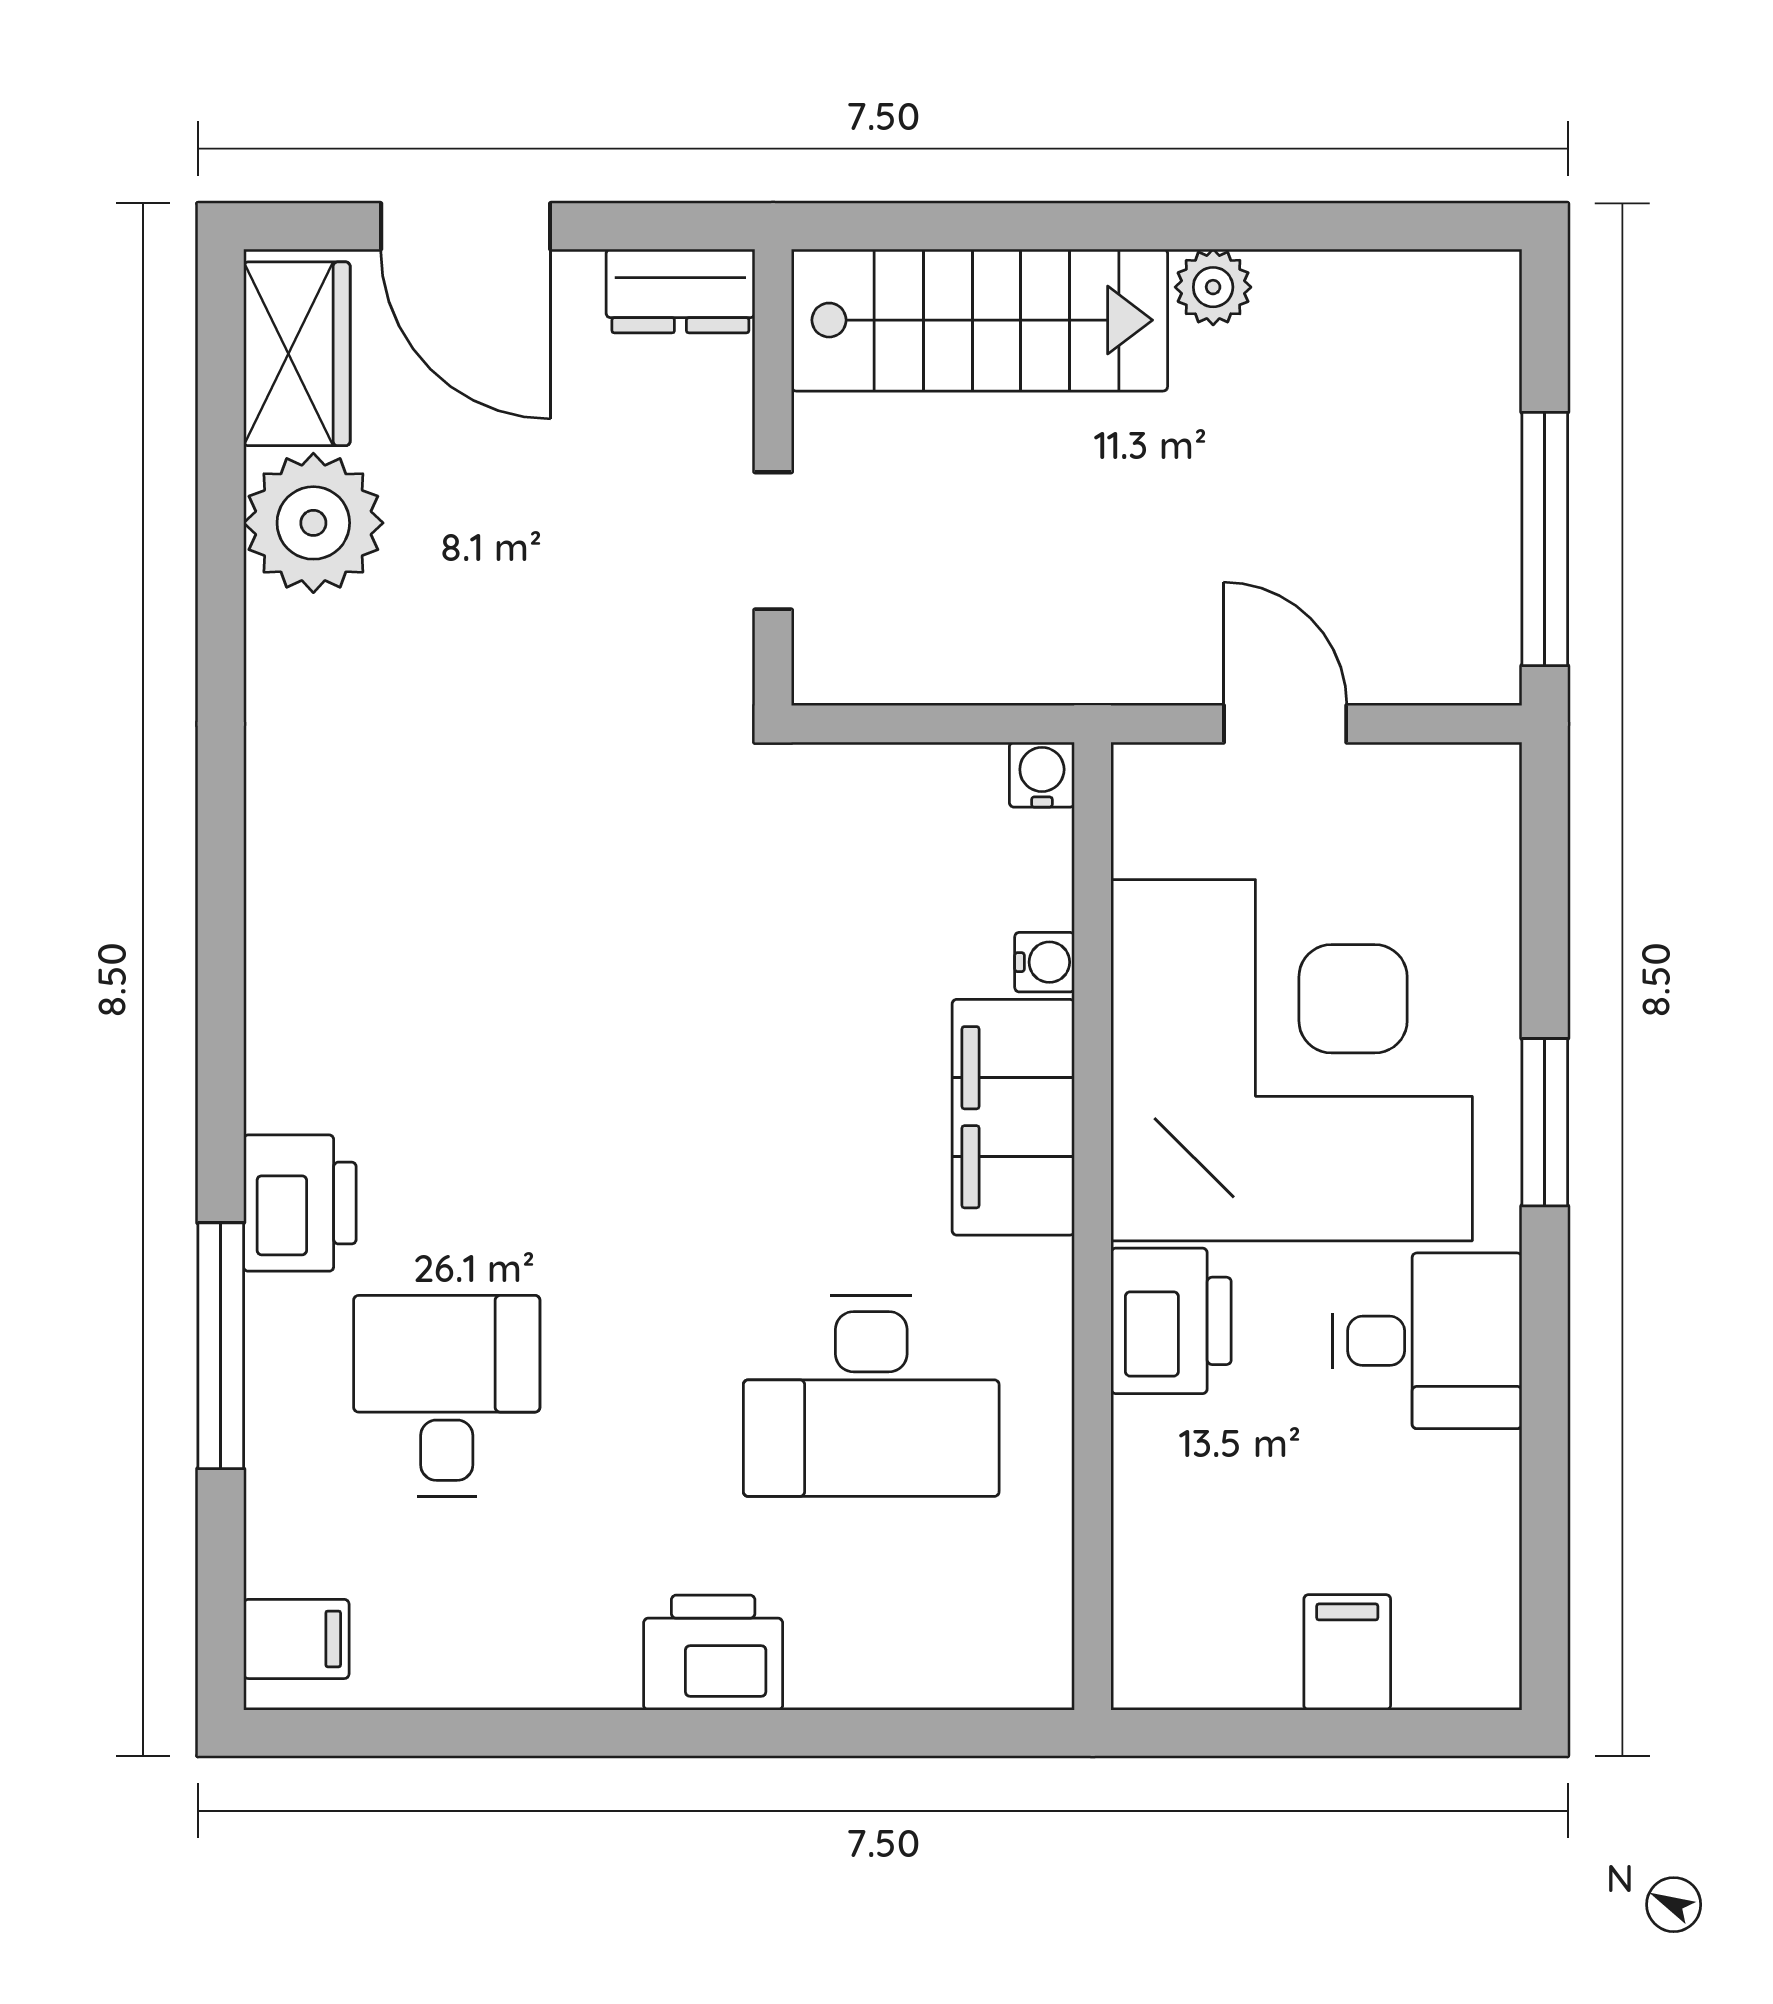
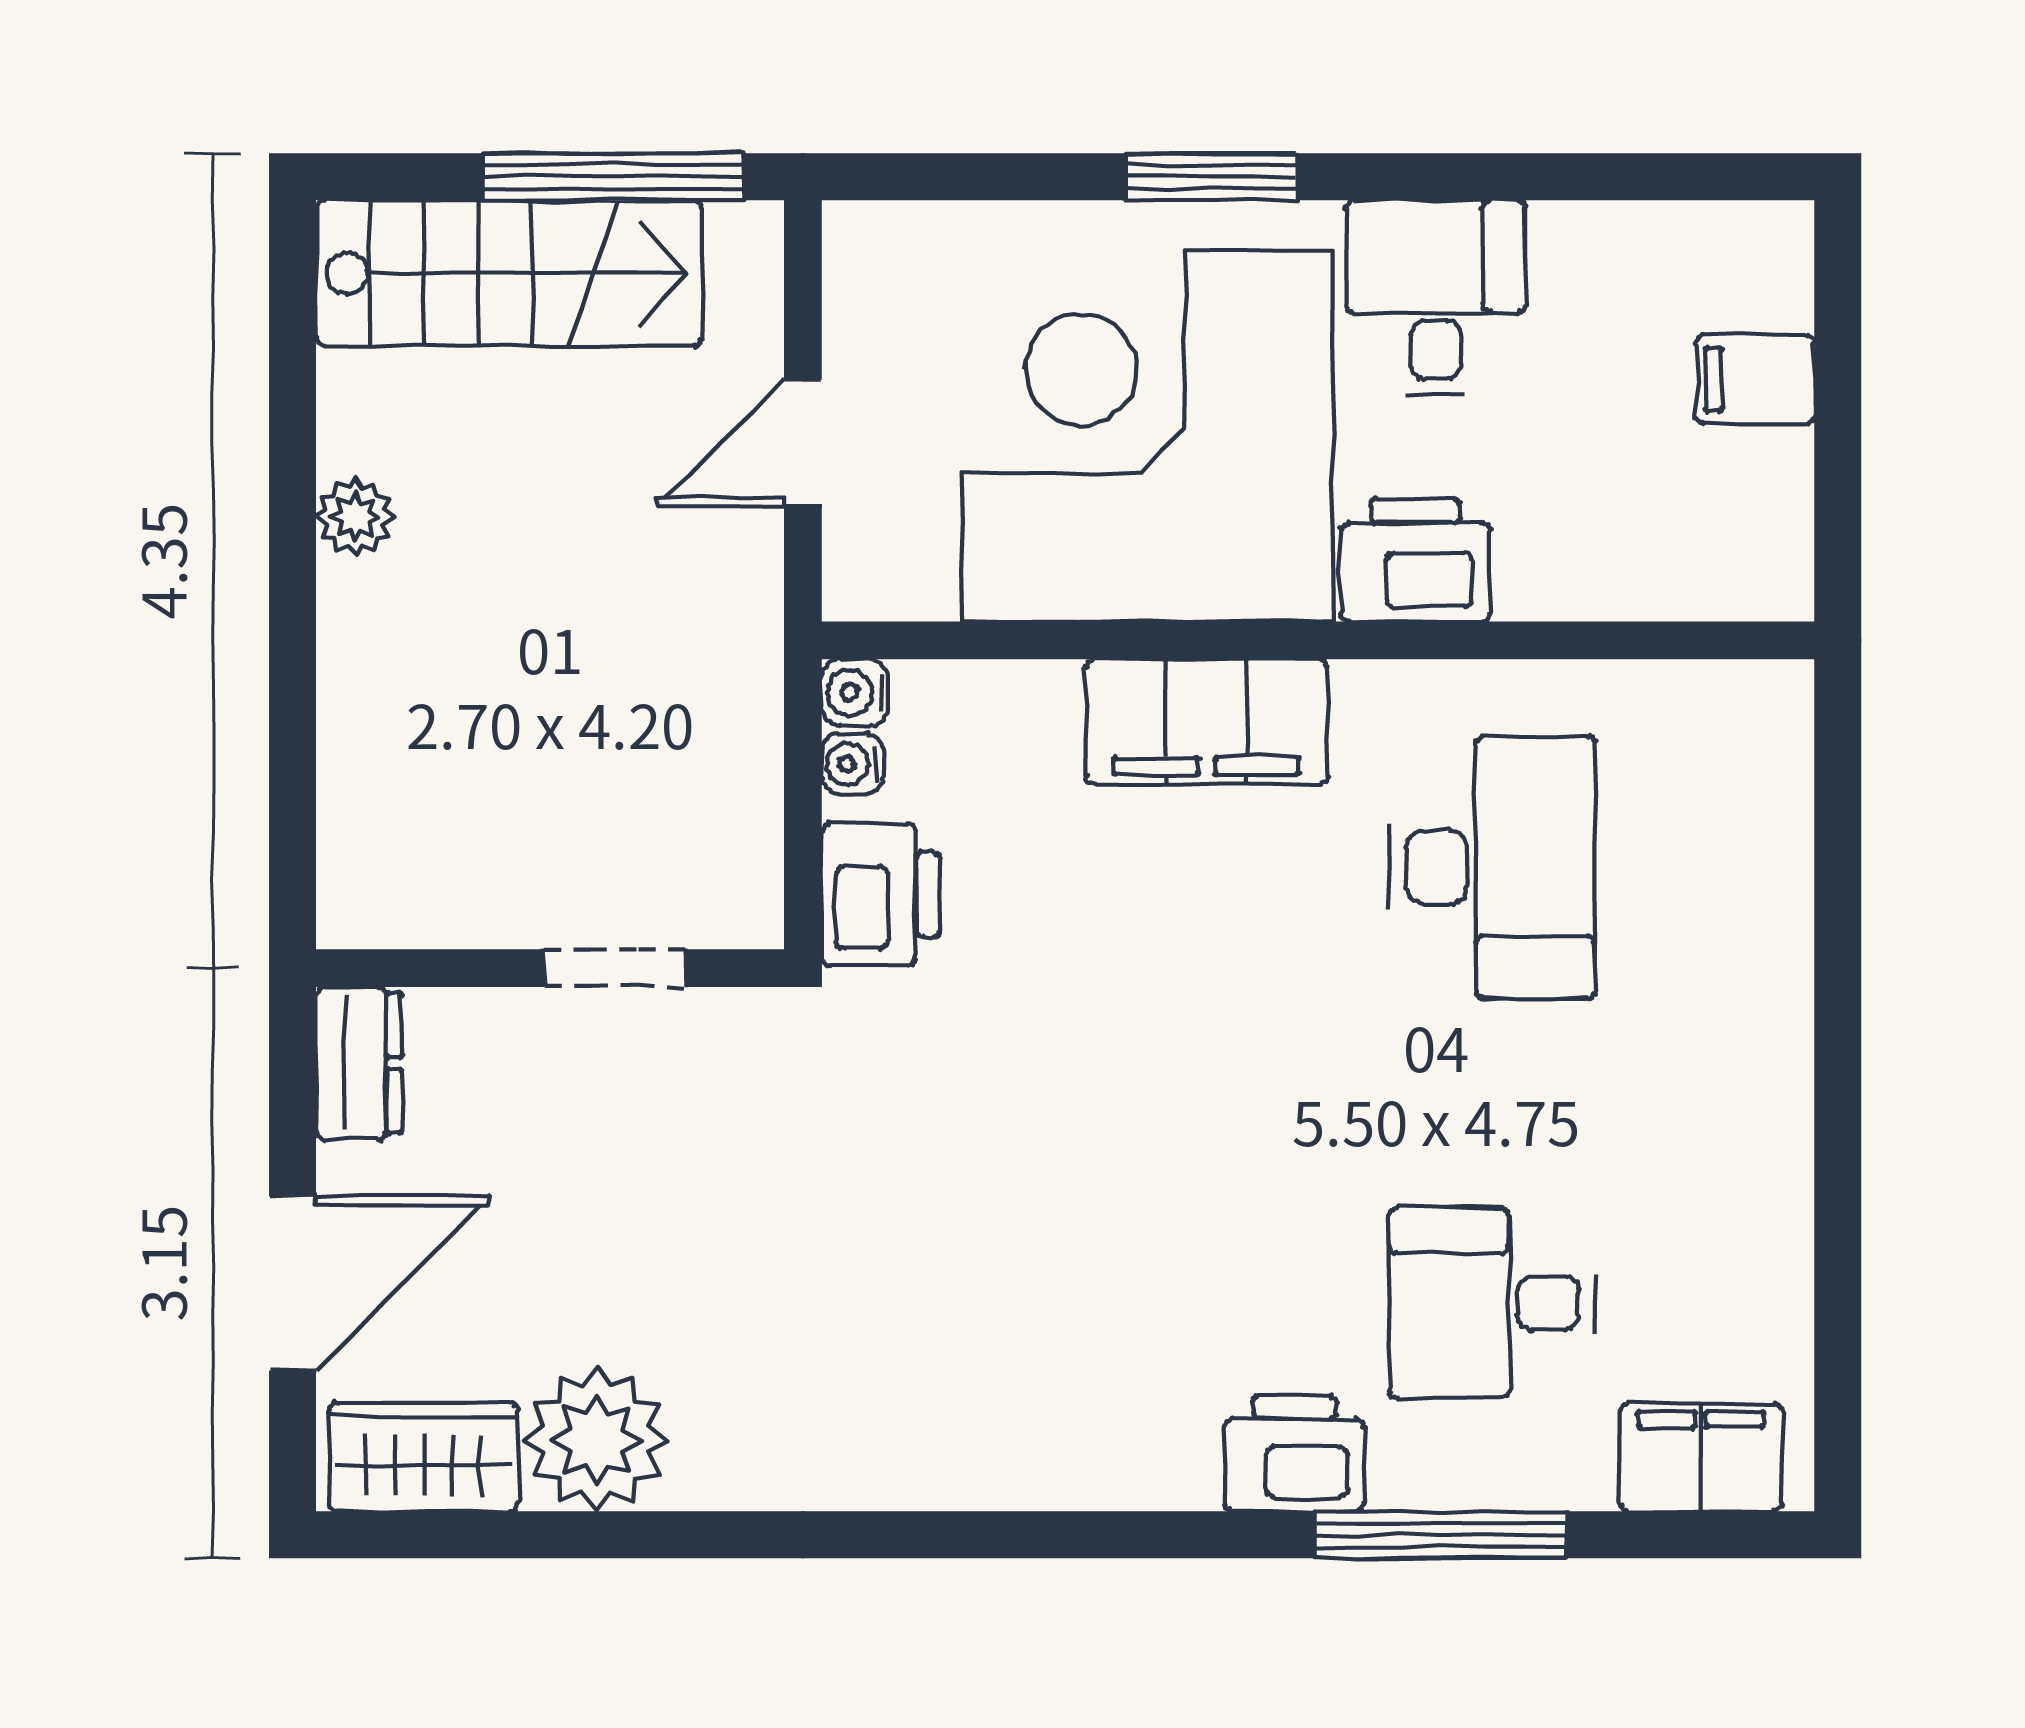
stairs: (980, 320) -> (509, 273), moved, turned 90
water cooler: (1045, 962) -> (852, 764), moved, turned -90
filing cabinet: (296, 1639) -> (1701, 1457), width x2.00
printer: (713, 1653) -> (881, 894), moved, turned 180

